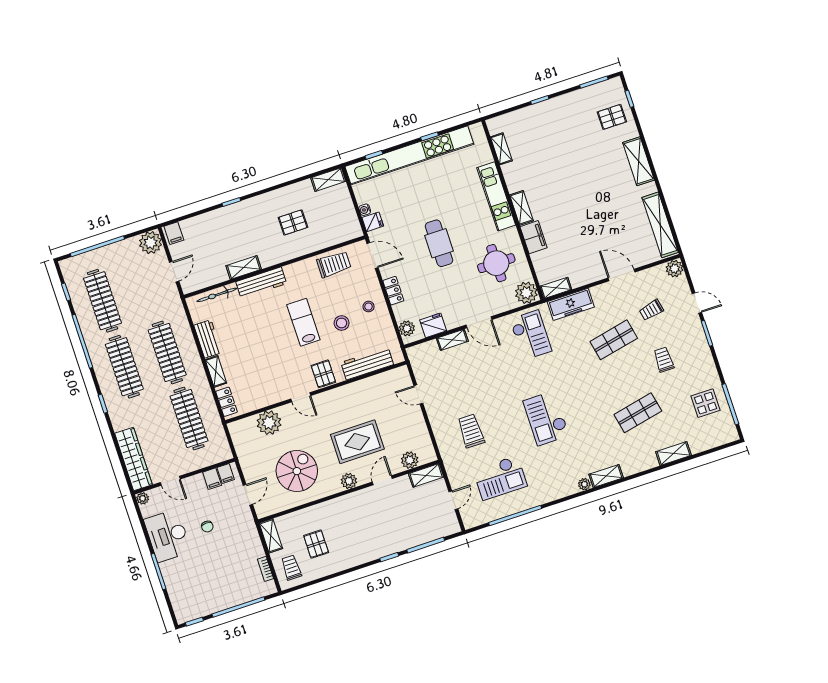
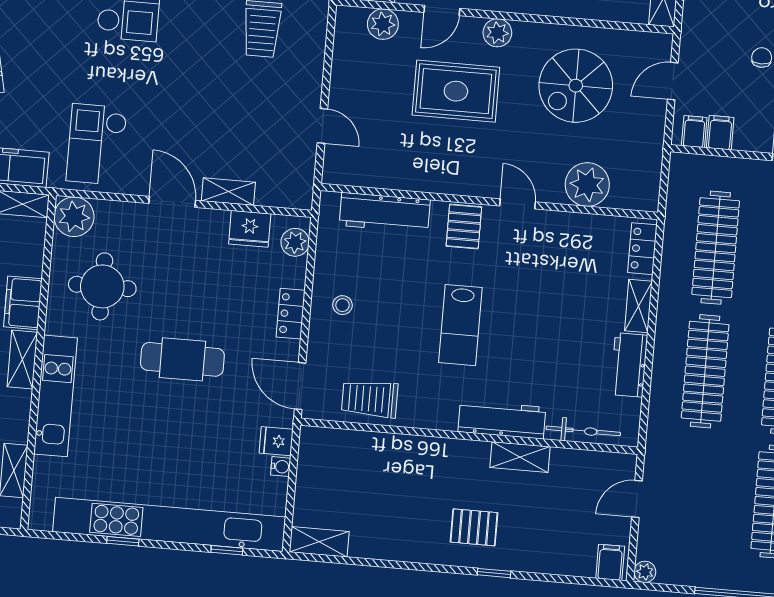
pallet: (293, 222) -> (474, 527), moved
plant: (151, 243) -> (645, 572), width x0.53, depth x0.53
cafe table: (439, 243) -> (182, 359), turned 90
stool: (342, 323) -> (398, 297), removed

